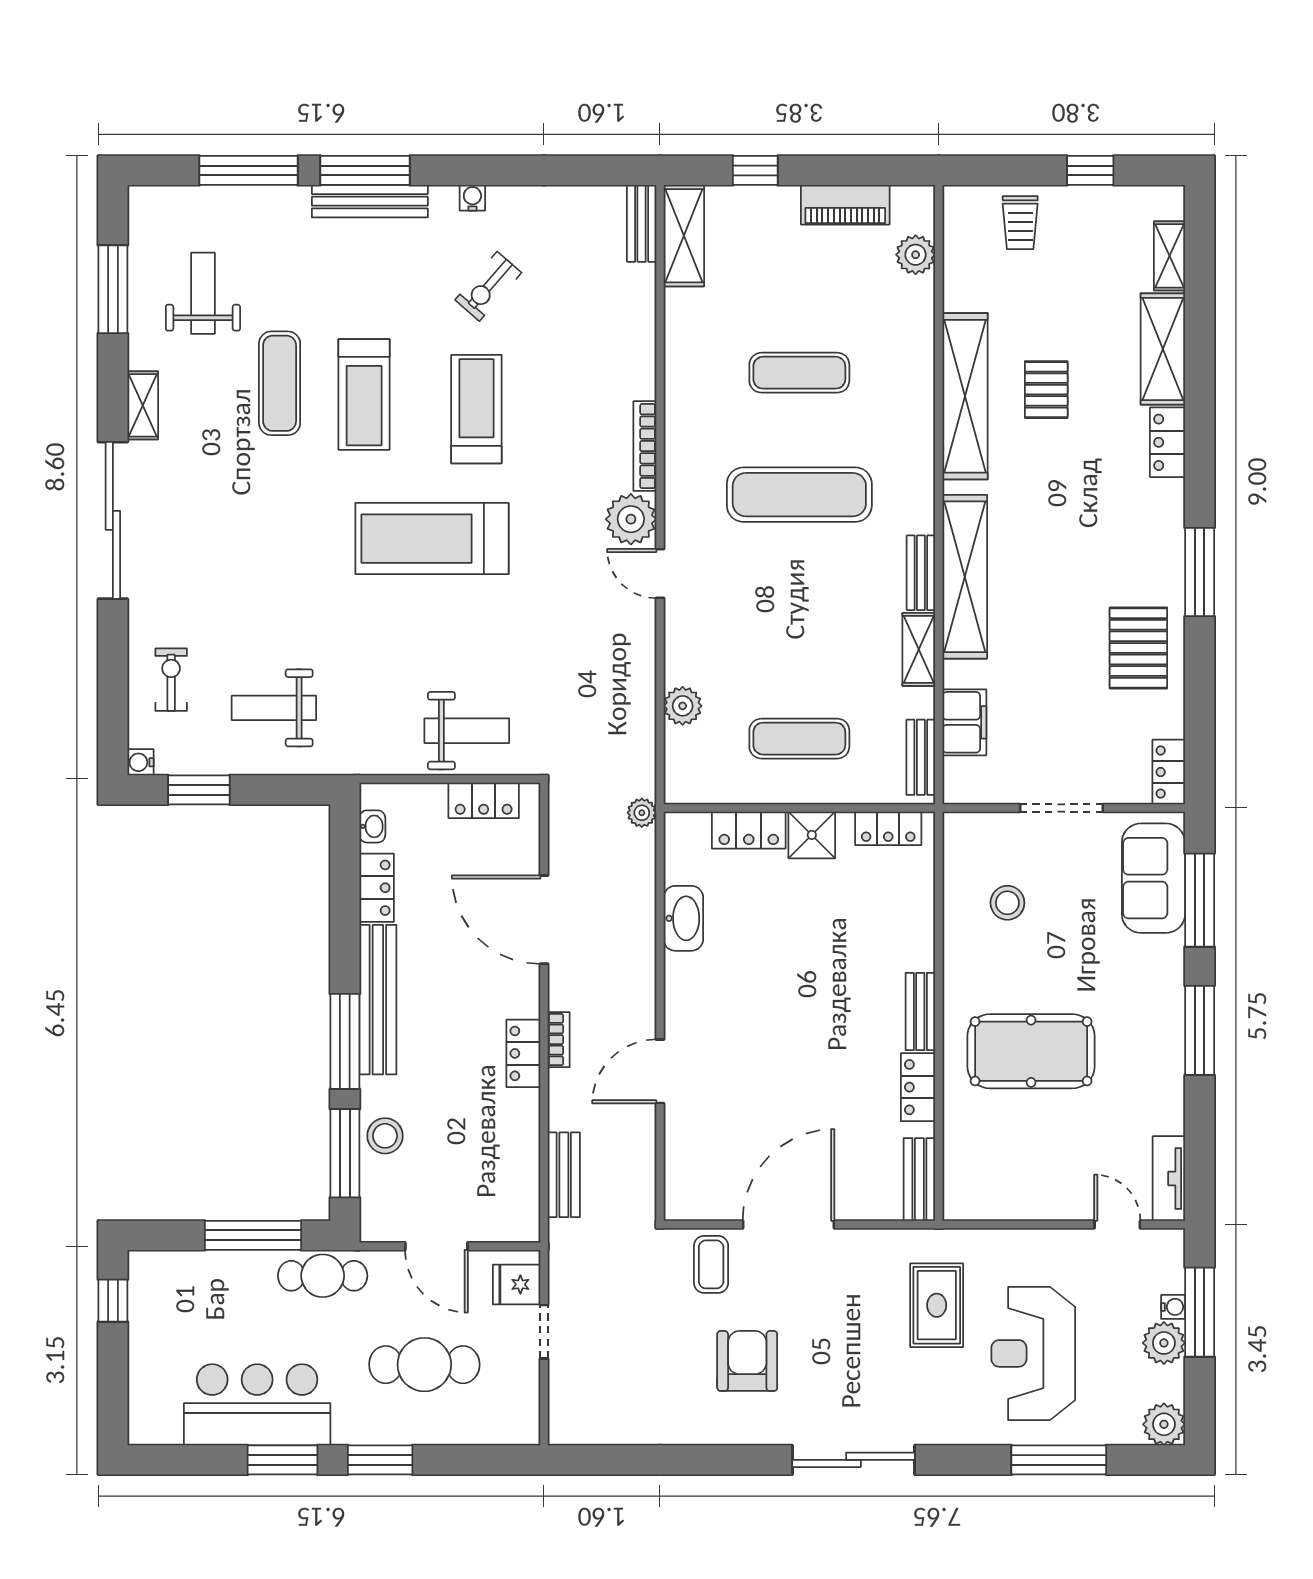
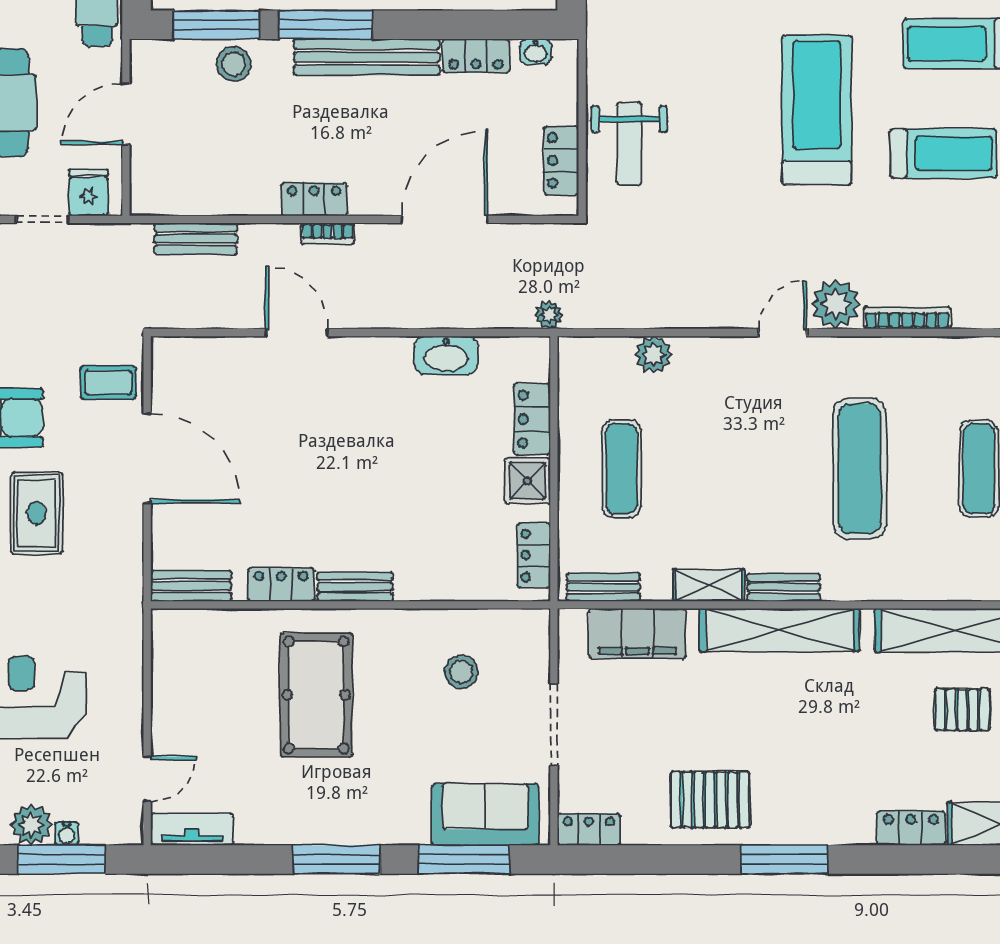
filing cabinet: (964, 722) -> (637, 633), width x1.50, depth x1.17
rug: (937, 1305) -> (37, 513), moved, turned 90

